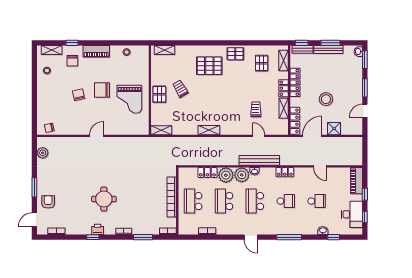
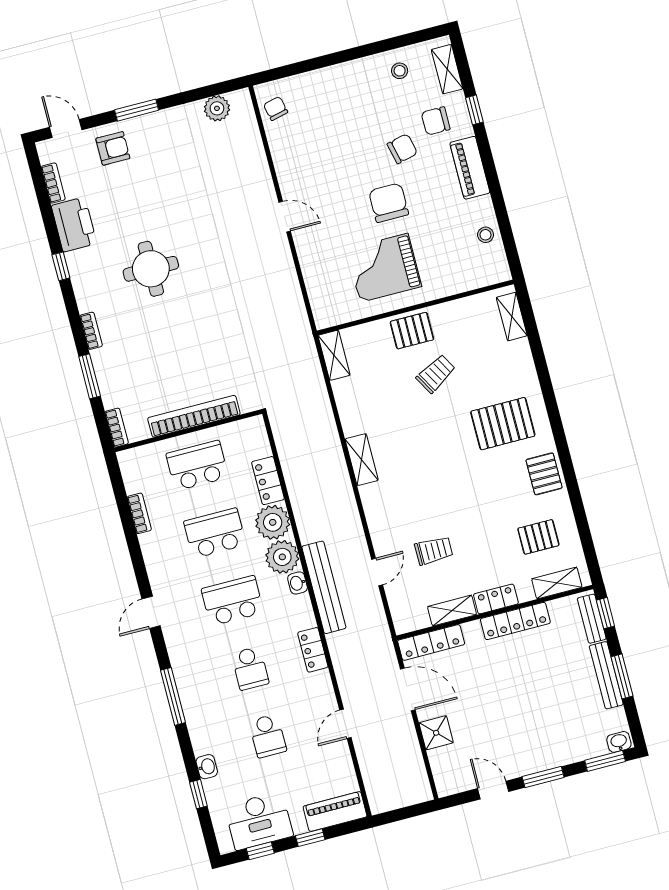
pallet: (209, 66) -> (503, 424), turned 90
chair: (79, 95) -> (402, 149), moved
stool: (326, 99) -> (496, 698), removed
printer: (98, 229) -> (74, 225), moved, width x1.87, depth x1.48

